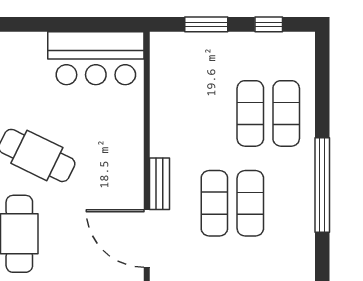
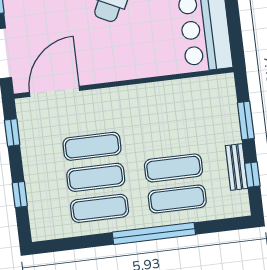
bench: (159, 184) -> (237, 167), moved, turned 90
window: (322, 185) -> (154, 233), moved
exercise mat: (286, 203) -> (100, 208), added

